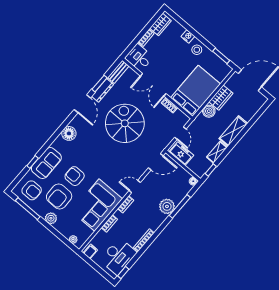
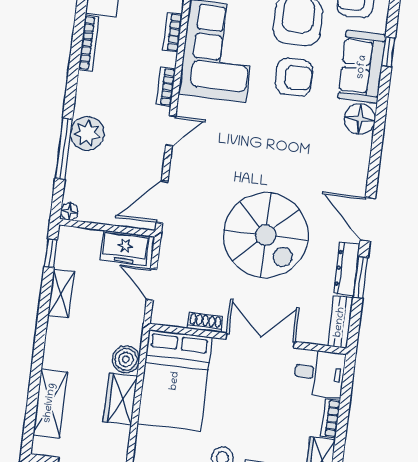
shelving: (233, 131) -> (50, 403), moved
floor lamp: (69, 133) -> (360, 119), moved

